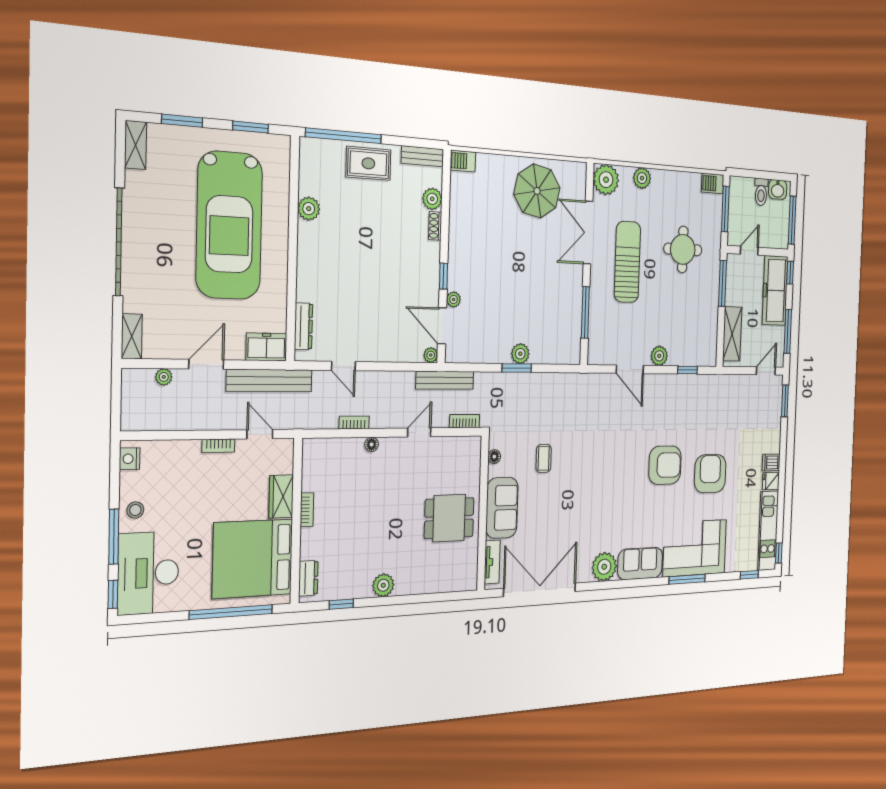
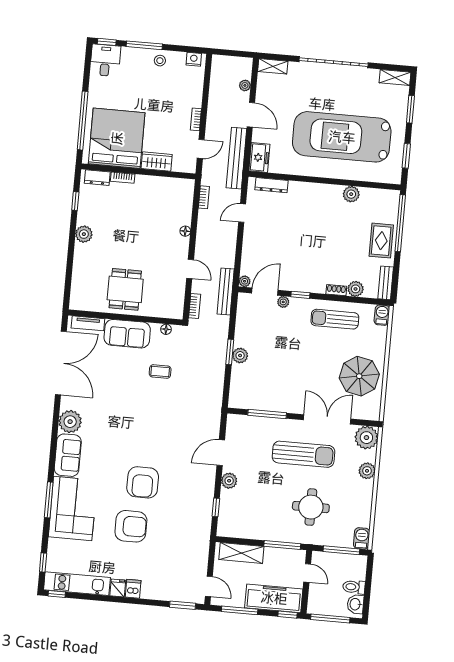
sun lounger: (471, 227) -> (335, 319), added
bookcase: (354, 422) -> (204, 197), moved
bookcase: (307, 510) -> (123, 178), moved
desk: (148, 573) -> (105, 60), width x0.53, depth x0.77

